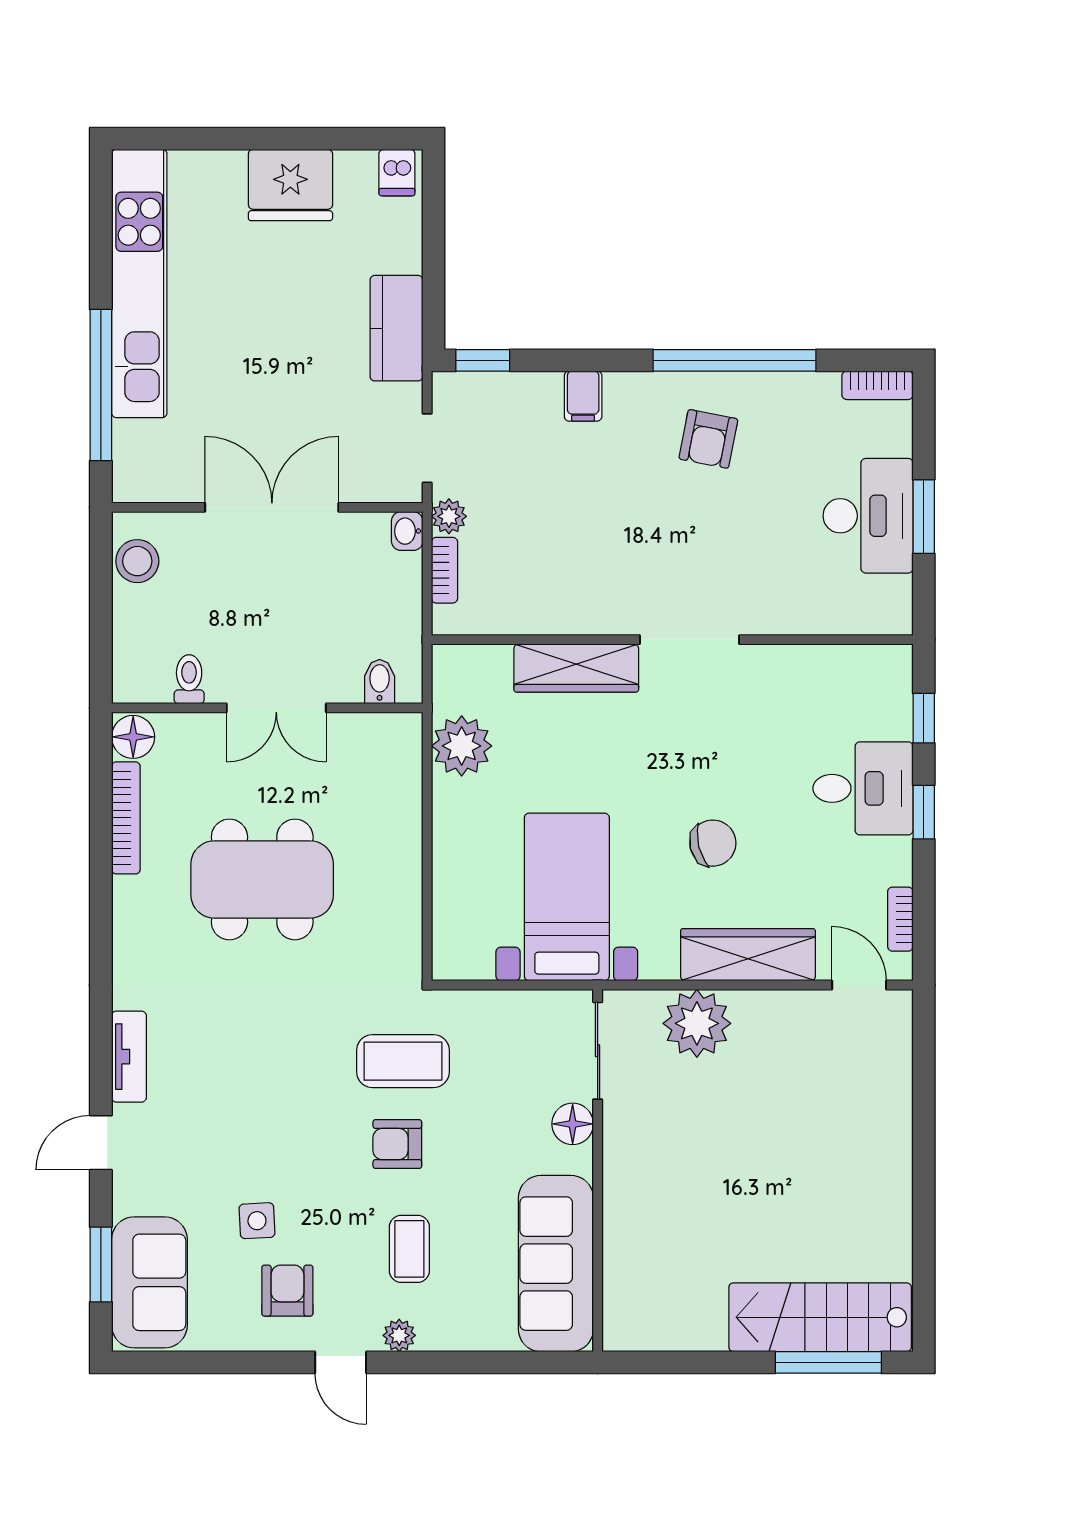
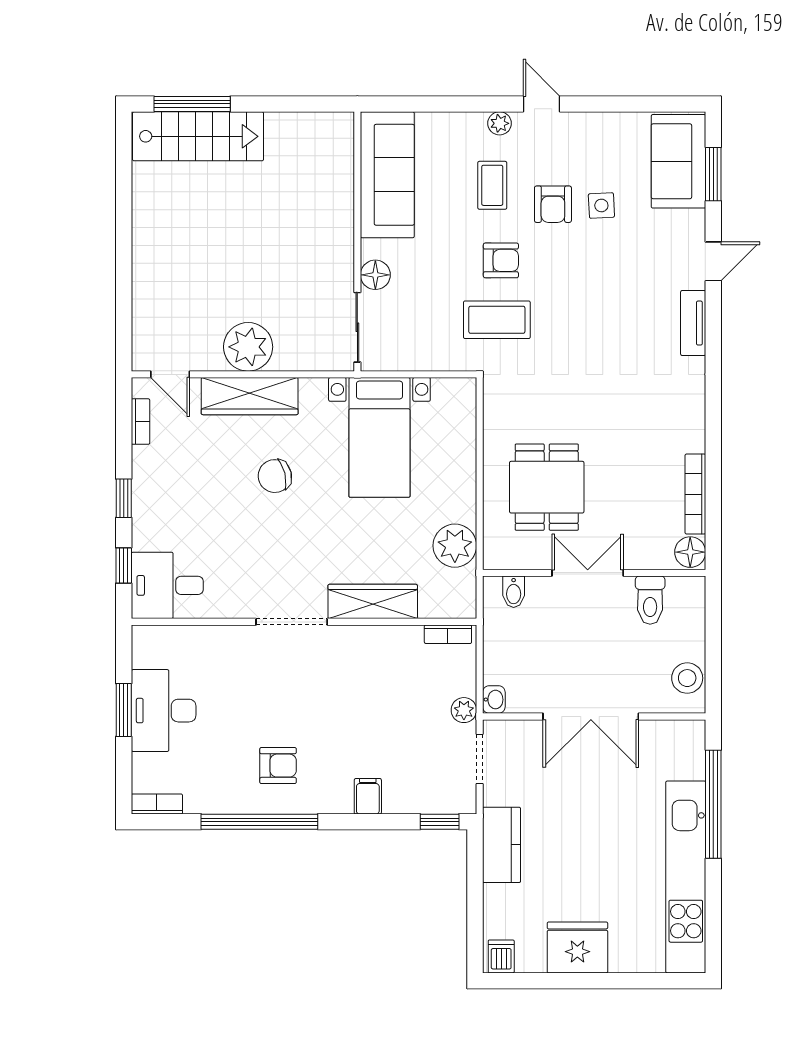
armchair: (708, 439) -> (278, 766), turned 79
bookcase: (444, 570) -> (448, 634), moved, turned -90
toilet: (189, 679) -> (650, 600), width x1.37, depth x1.39
desk: (863, 788) -> (167, 585), moved
dining table: (262, 879) -> (547, 487), moved, width x0.73
plant: (697, 1023) -> (248, 347), moved
armchair: (287, 1291) -> (553, 204), moved

